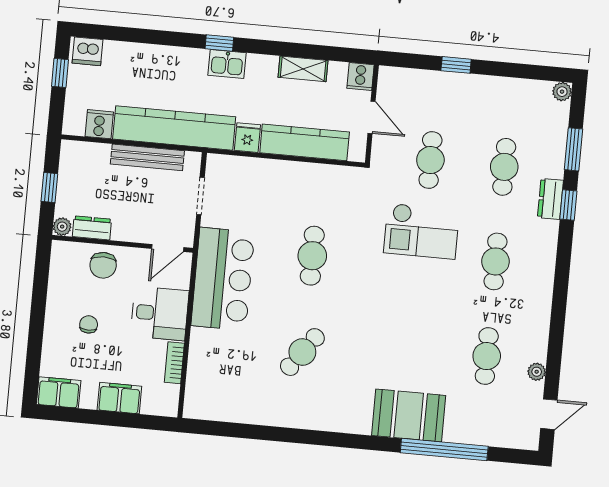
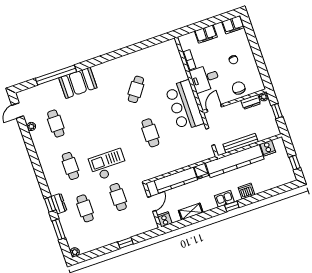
dishwasher: (88, 51) -> (246, 191), moved
door: (372, 117) -> (152, 204), swing flipped

